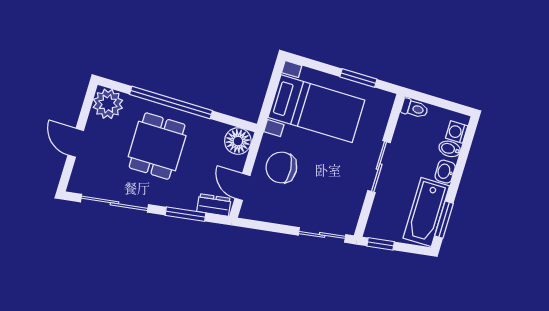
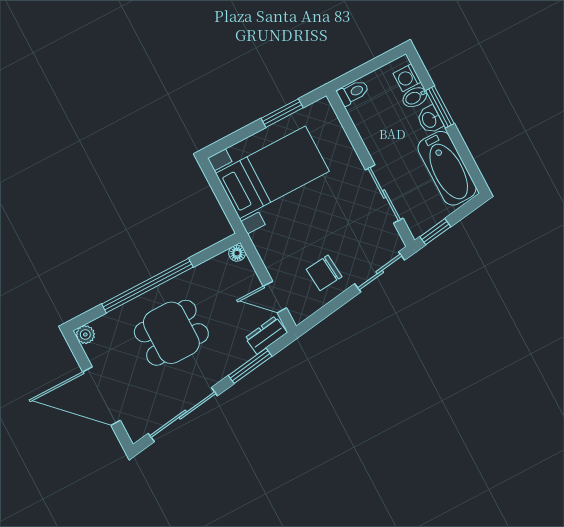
plant: (108, 104) -> (85, 335), width x0.53, depth x0.53
floor lamp: (238, 141) -> (237, 253), width x0.53, depth x0.53
door: (76, 143) -> (102, 396), width x1.88
dining table: (157, 146) -> (171, 333), turned 90
chair: (281, 167) -> (324, 273), moved, width x0.73, depth x0.73
sliding door: (379, 167) -> (384, 194), moved
window: (444, 220) -> (440, 107), moved

